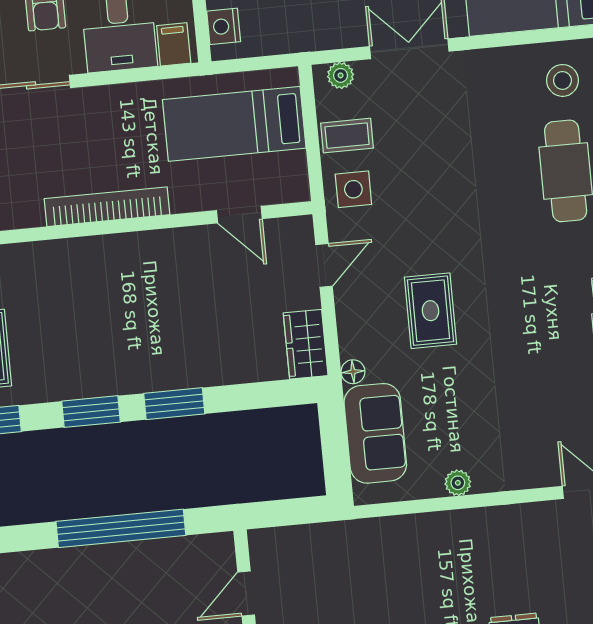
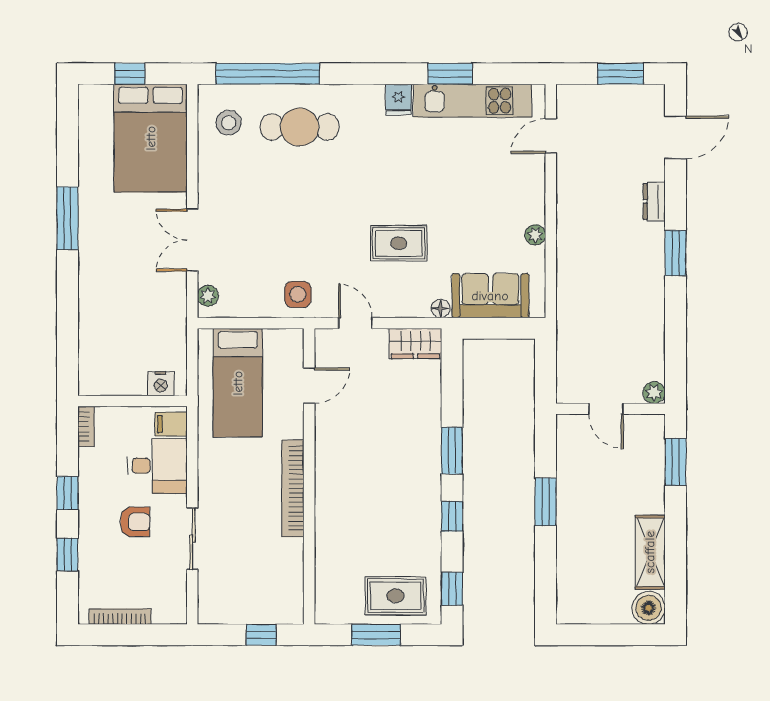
coffee table: (347, 136) -> (255, 295), removed
window: (91, 412) -> (452, 516), width x0.67
window: (121, 528) -> (546, 502), width x0.47

